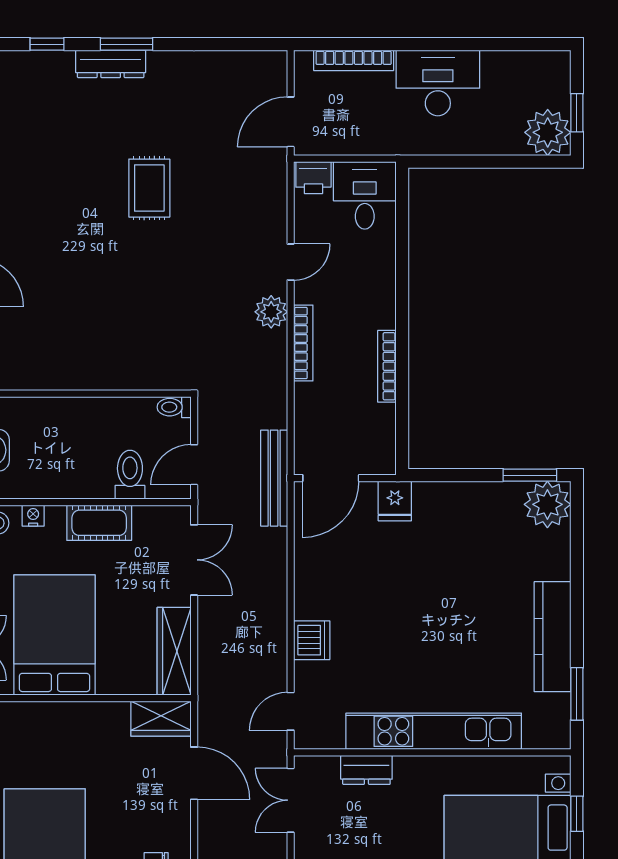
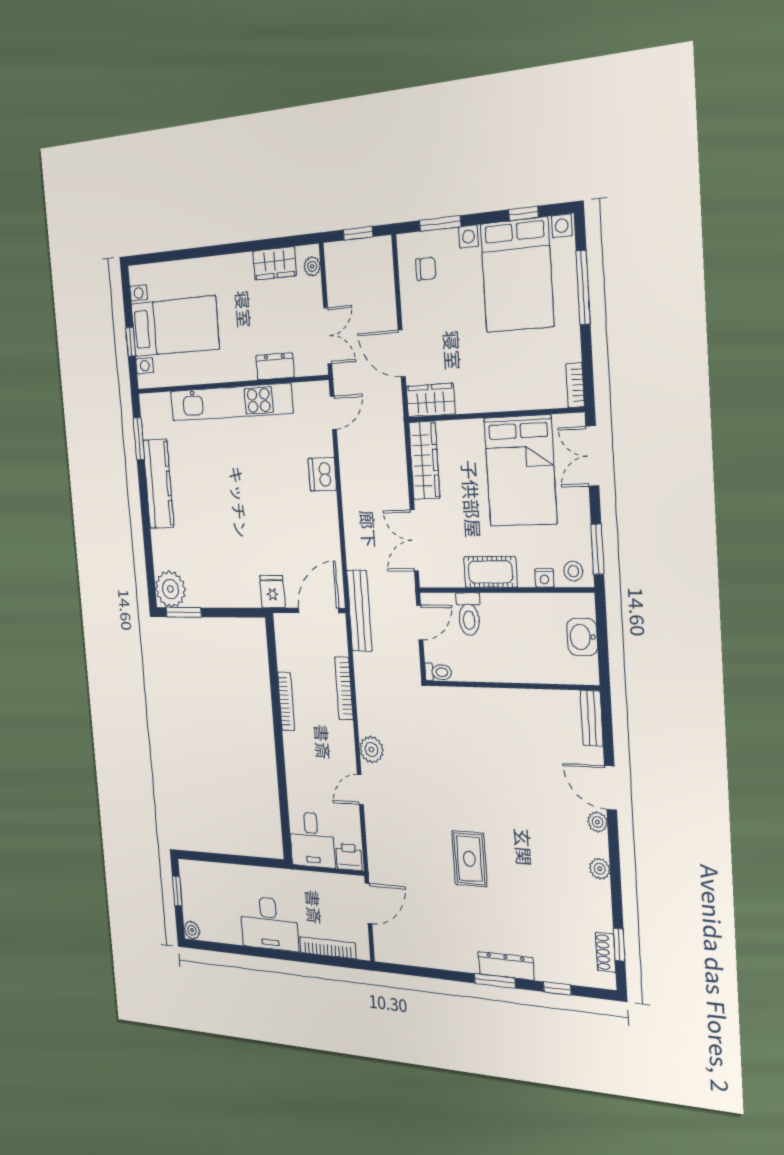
plant: (548, 132) -> (192, 930), moved, width x0.53, depth x0.53
bookcase: (303, 343) -> (344, 688), moved

